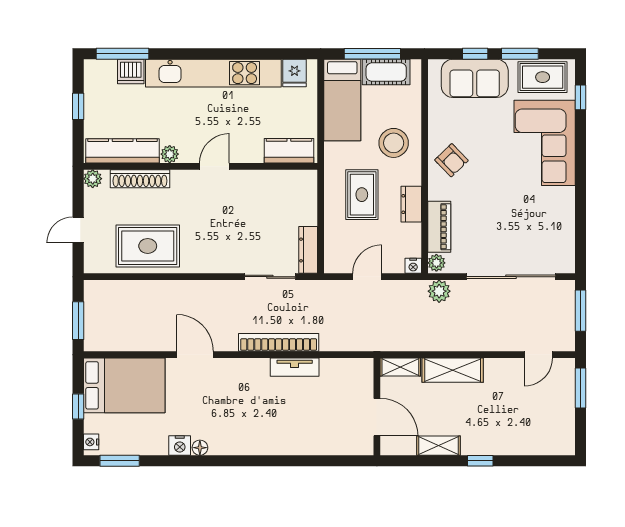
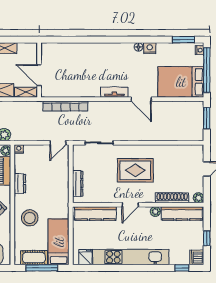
window: (122, 54) -> (182, 268), width x0.46
dishwasher: (131, 71) -> (197, 257), moved, turned -90
kitchen counter: (289, 151) -> (95, 213), width x1.50
rug: (362, 195) -> (48, 189), removed
rug: (148, 246) -> (135, 170), moved
dresser: (308, 250) -> (78, 184), moved
door: (367, 277) -> (58, 143), moved
bookcase: (279, 342) -> (65, 106), moved
tv unit: (295, 367) -> (114, 92), moved
window: (78, 407) -> (207, 70), width x3.17
door: (377, 417) -> (39, 75), moved

